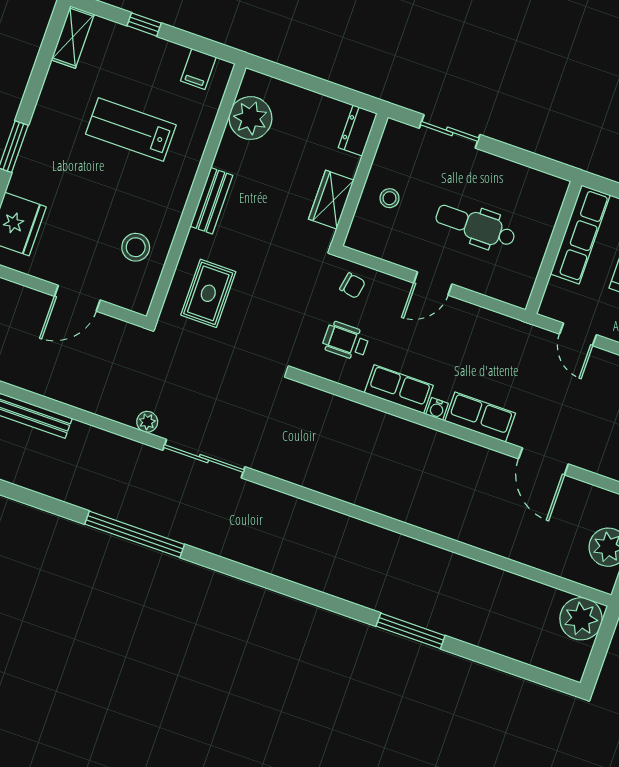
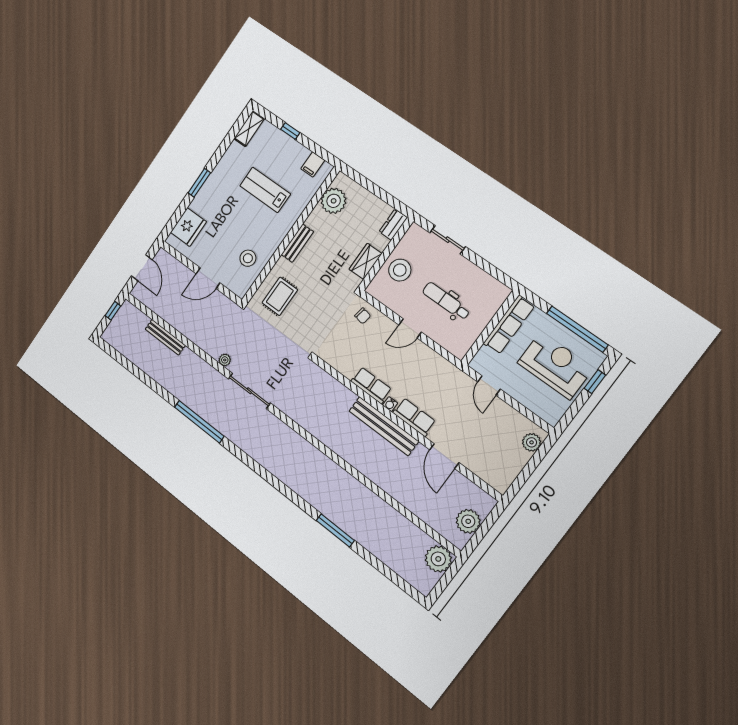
stool: (390, 198) -> (400, 270), width x1.89, depth x1.89
wheelchair: (346, 341) -> (349, 347), removed
bench: (437, 446) -> (384, 426), added

